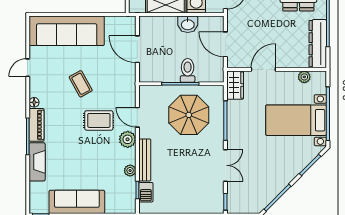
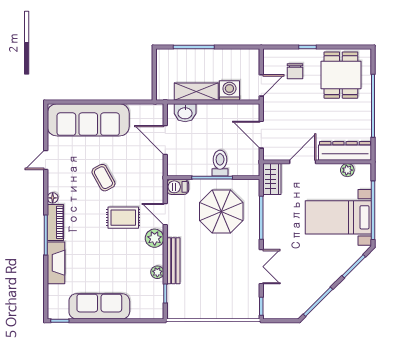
washbasin: (188, 24) -> (185, 113), moved
dresser: (318, 44) -> (345, 151), moved, turned 90
barbecue: (146, 192) -> (178, 187), moved, turned 90

